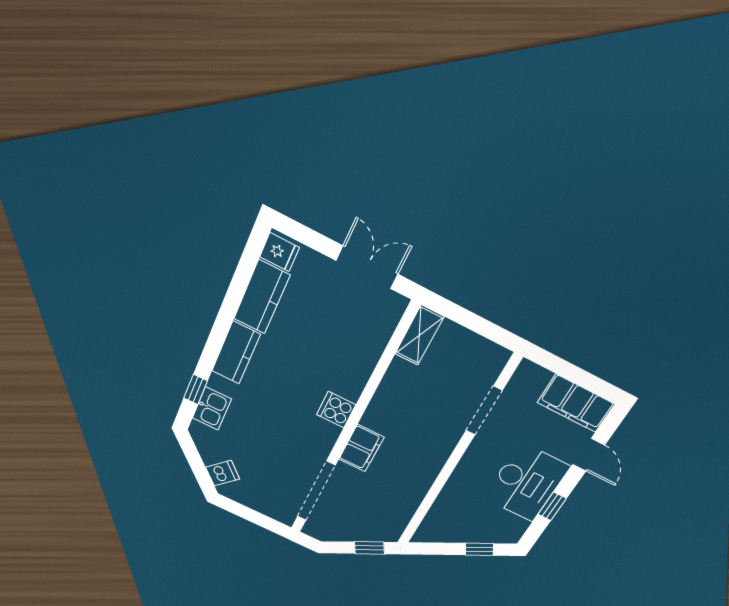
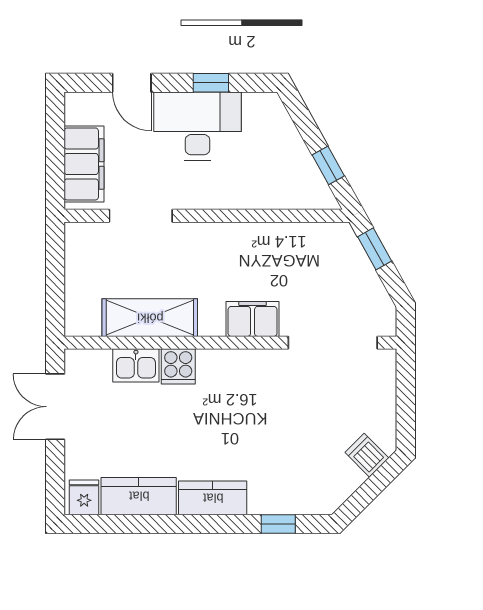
shelving: (419, 335) -> (150, 318), moved, width x1.50, depth x1.33
filing cabinet: (576, 403) -> (84, 164), moved
kitchen sink: (212, 408) -> (136, 365), moved, turned 180
cooker: (336, 410) -> (178, 366), moved
door: (589, 455) -> (132, 83), swing flipped
window: (479, 549) -> (328, 165), moved

